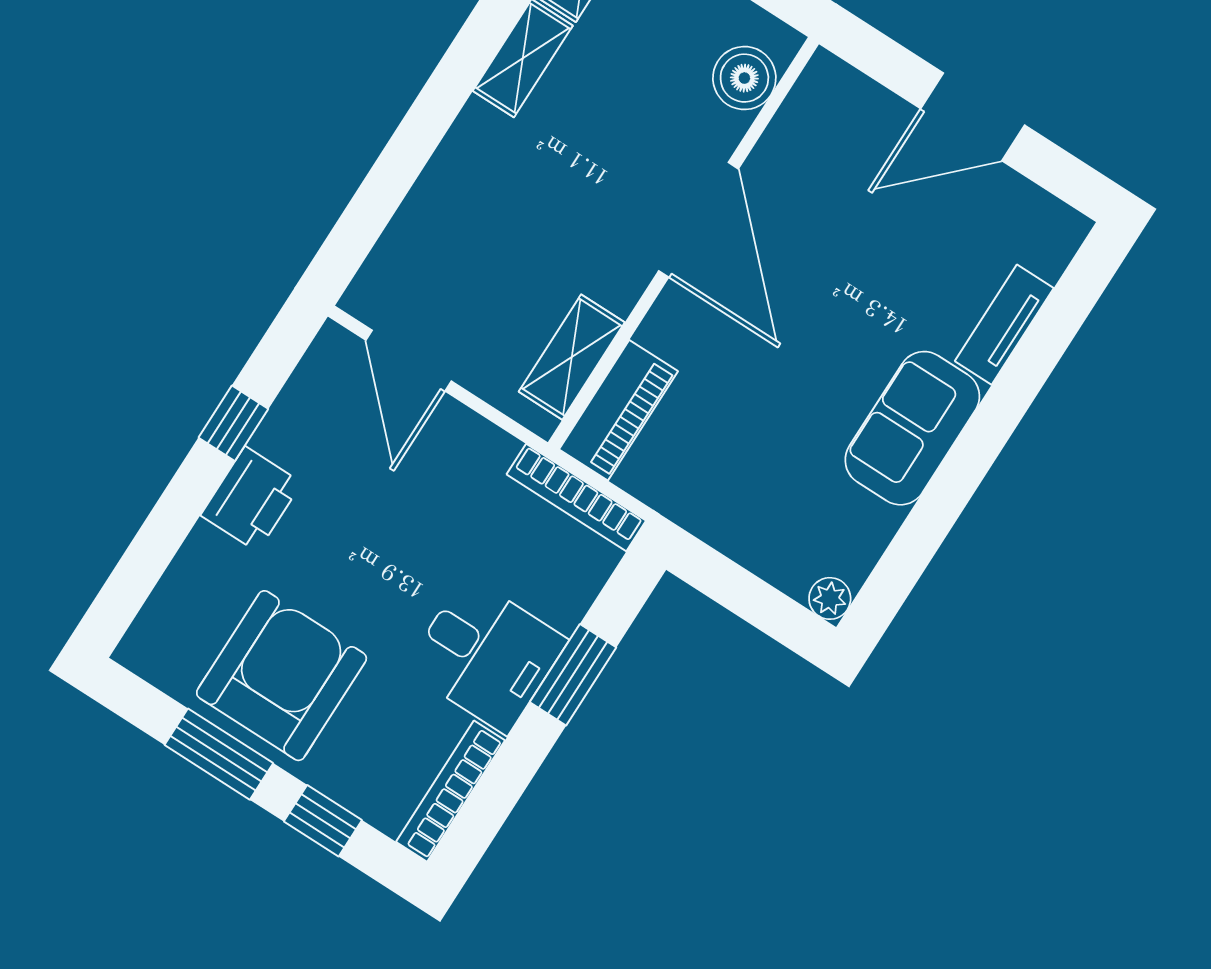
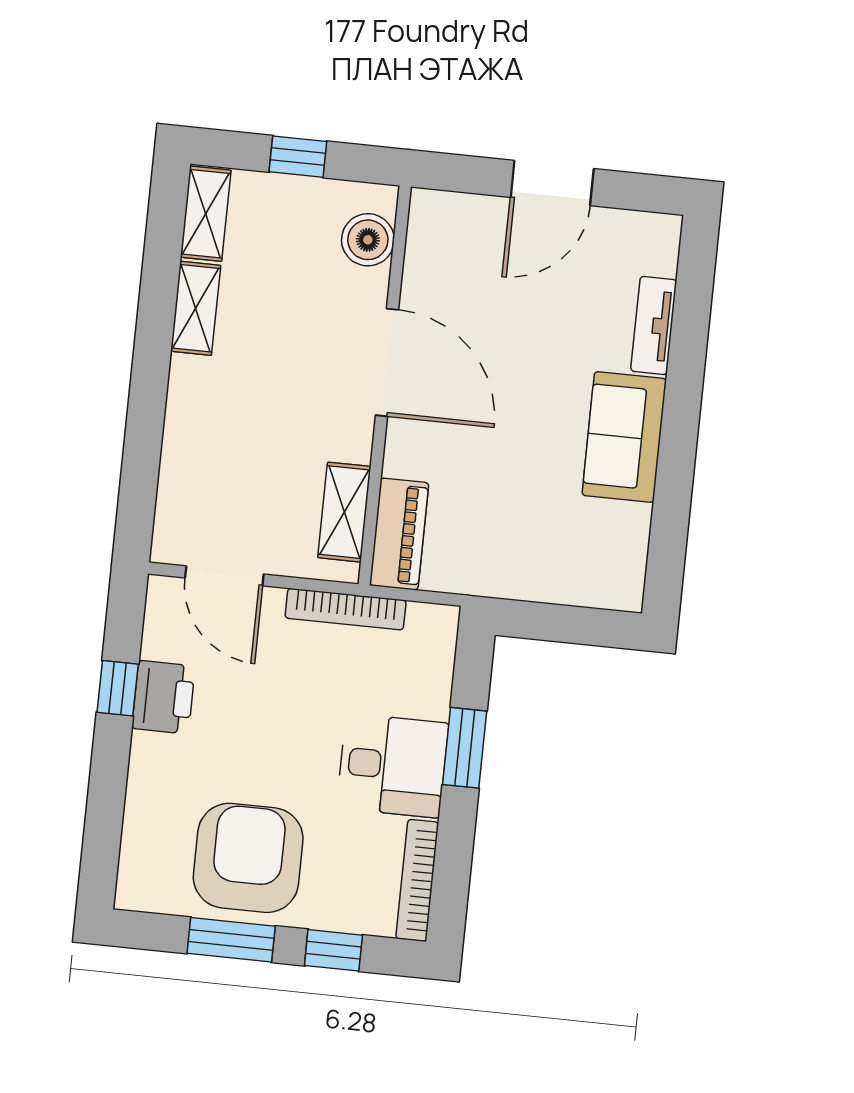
bookcase: (576, 498) -> (346, 609), moved
printer: (251, 499) -> (164, 697), moved
plant: (830, 598) -> (627, 595), removed

